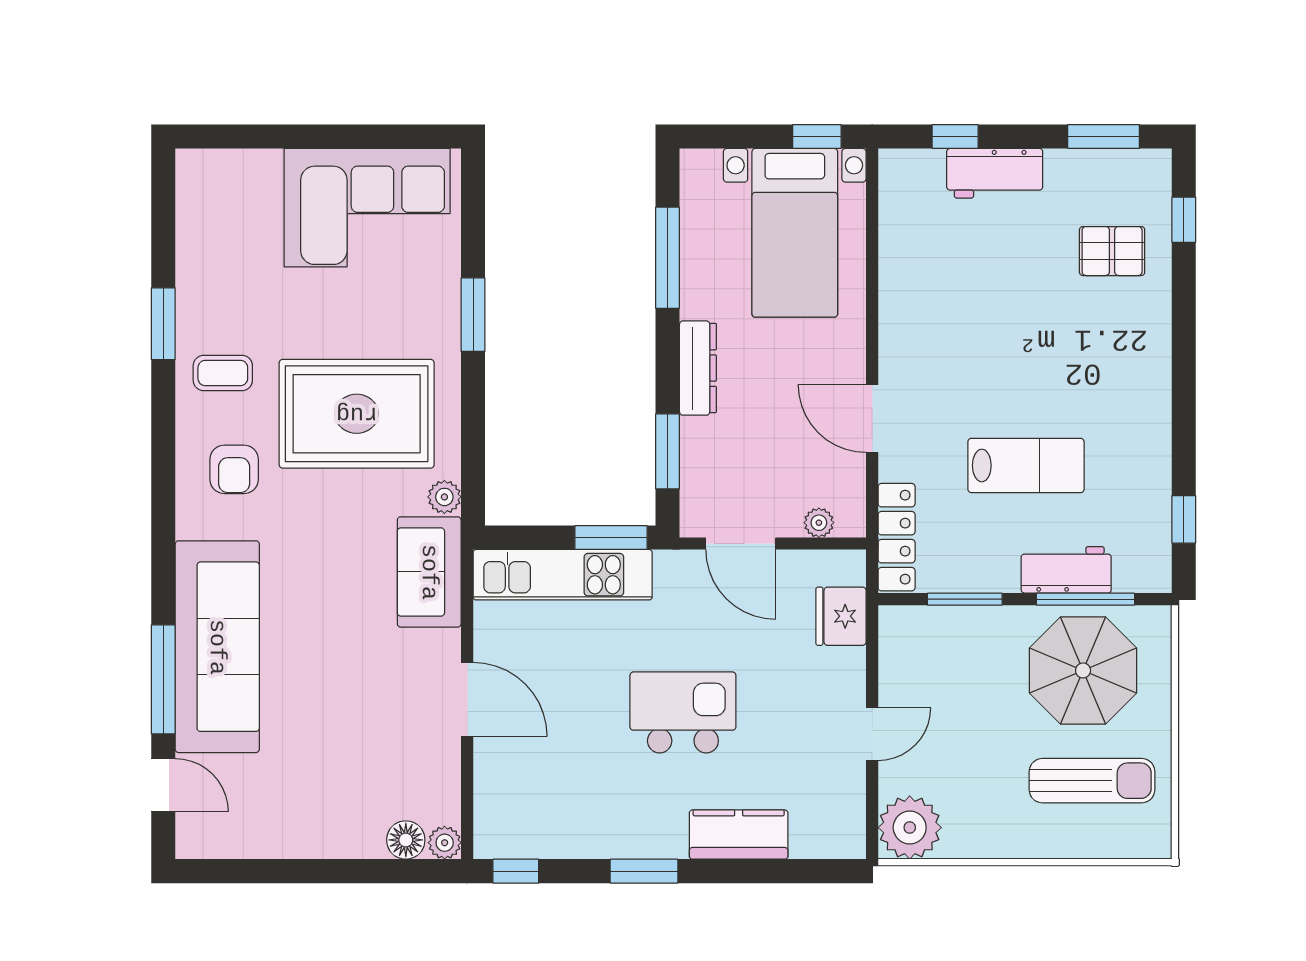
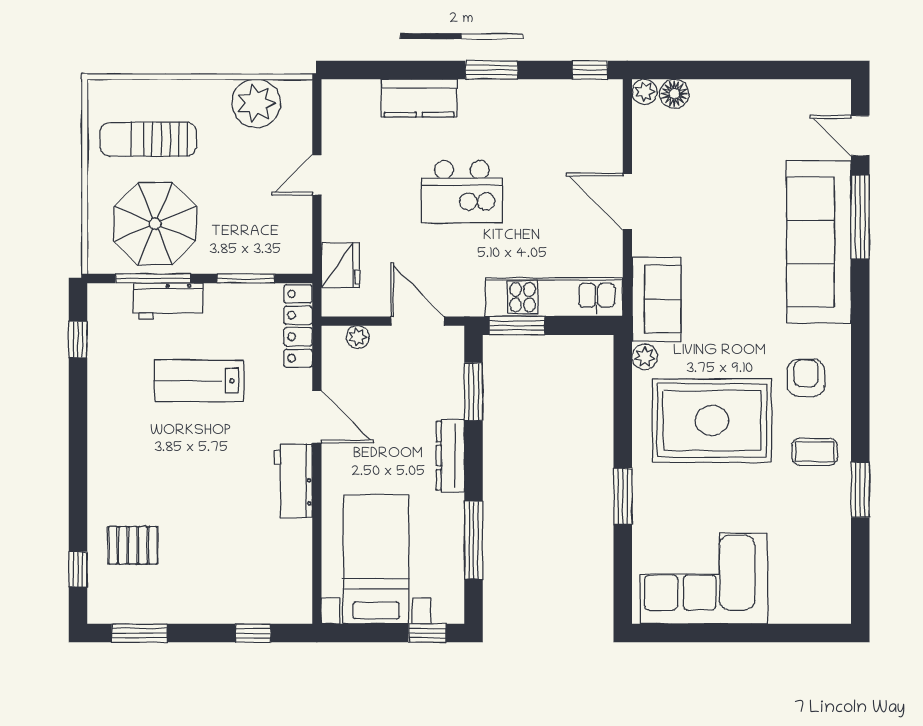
window: (817, 136) -> (427, 633), moved
workbench: (995, 173) -> (293, 481), moved, turned -90
plant: (910, 828) -> (256, 103), moved

